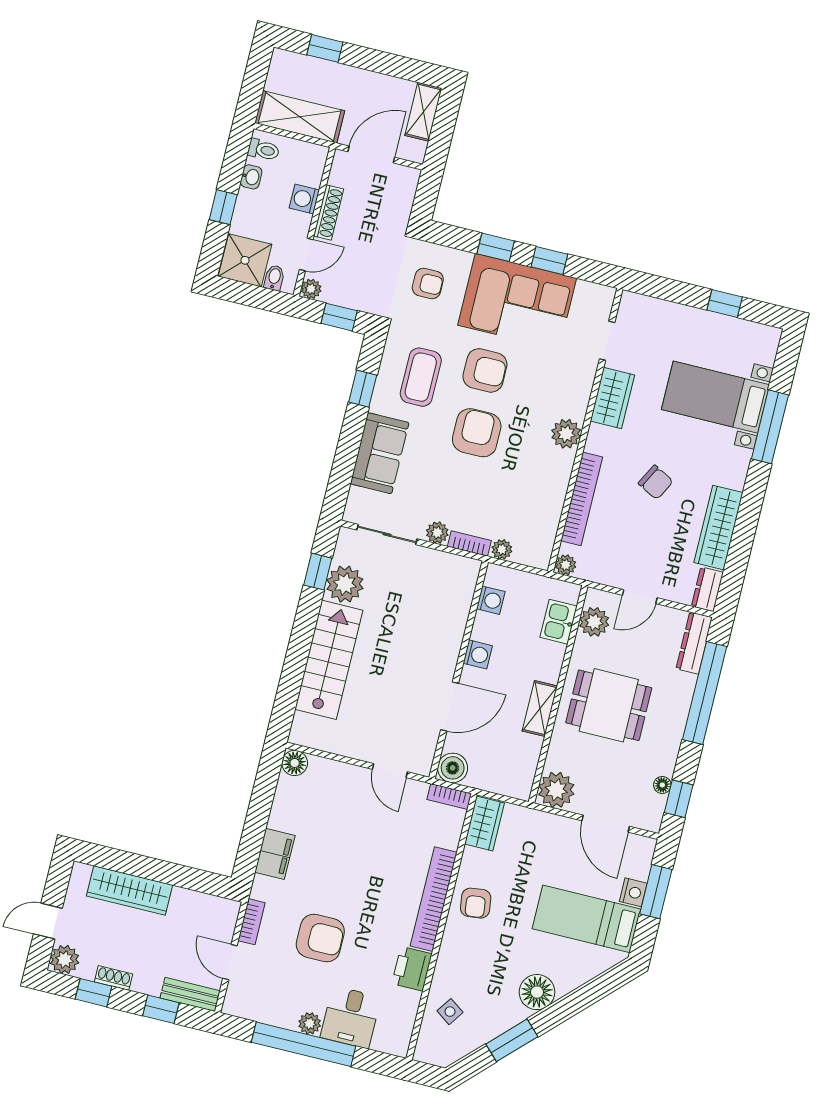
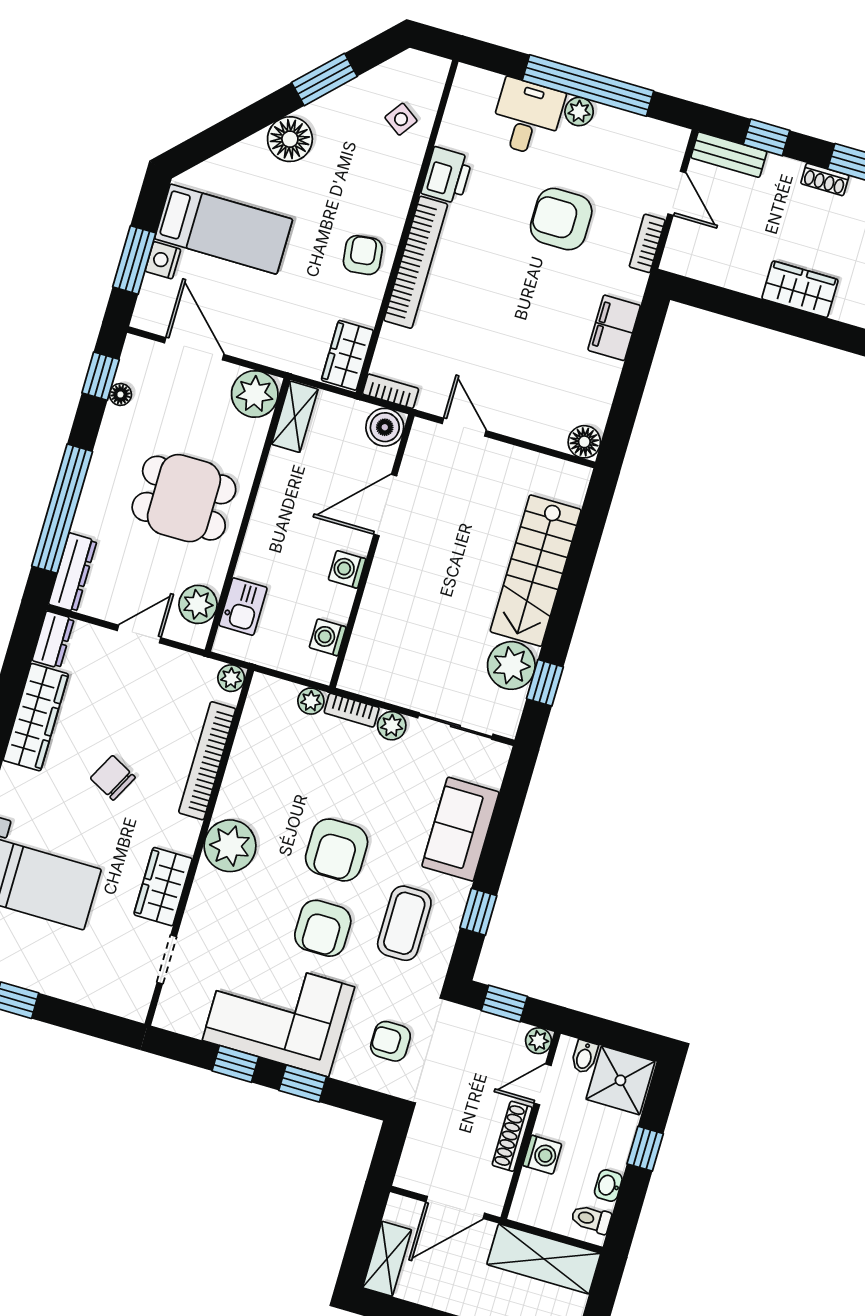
armchair: (485, 370) -> (323, 928), turned -90
plant: (566, 434) -> (230, 846), width x1.36, depth x1.36
shelving: (540, 708) -> (295, 417), moved
wardrobe: (130, 891) -> (800, 289), width x0.67

